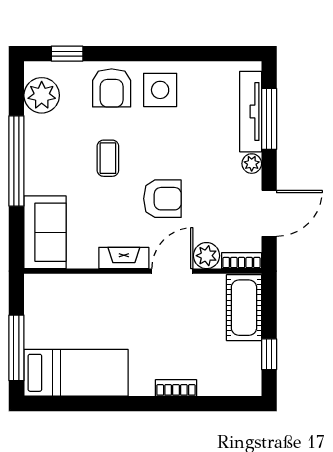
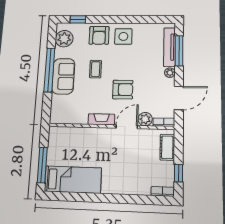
sofa: (45, 232) -> (63, 76), moved
cot: (244, 308) -> (167, 147), width x0.73, depth x0.75
bookcase: (176, 388) -> (163, 191), moved

